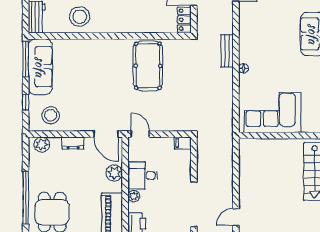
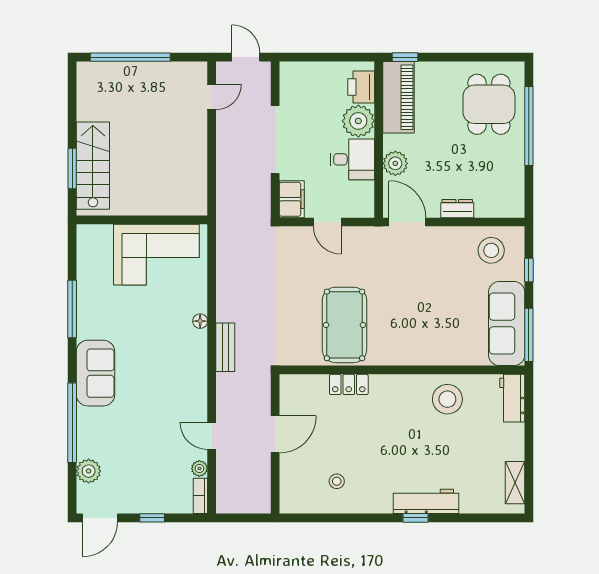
locker: (184, 20) -> (349, 384), moved, turned 90
door: (140, 134) -> (327, 222), moved
filing cabinet: (183, 143) -> (292, 199), width x2.00
plant: (42, 145) -> (505, 206), removed
plant: (134, 196) -> (358, 121), width x1.88, depth x1.88
doorway: (194, 204) -> (275, 139), moved

